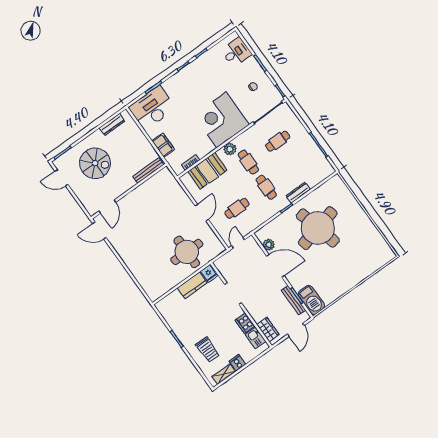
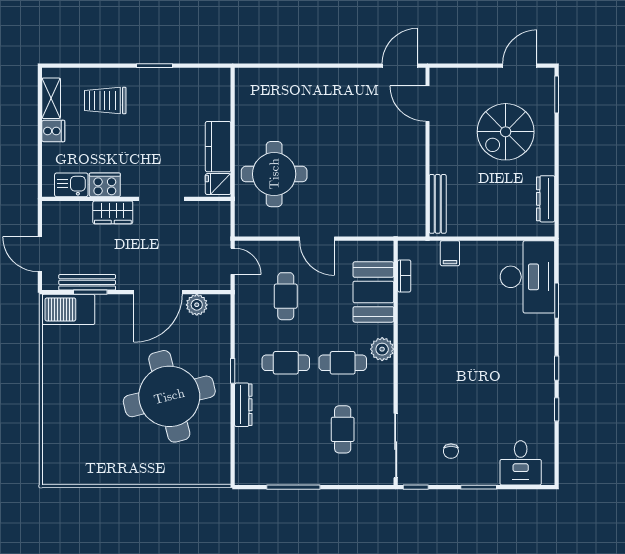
corner desk: (221, 120) -> (435, 368), removed
filing cabinet: (163, 145) -> (450, 253), width x0.50
wardrobe: (268, 330) -> (113, 212), moved

